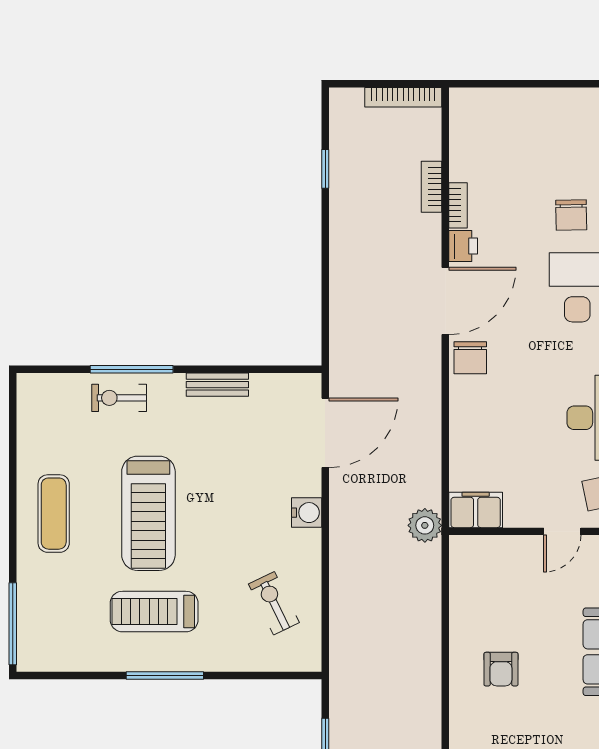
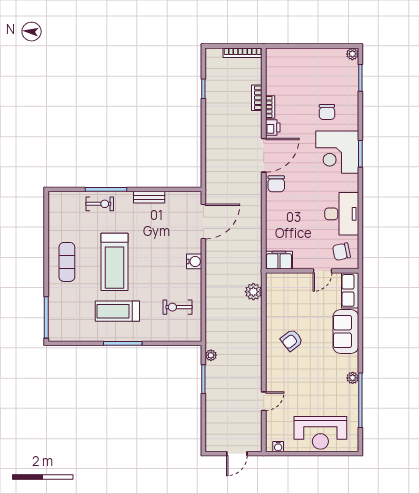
exercise bike: (119, 398) -> (100, 204), turned 180
plant: (425, 525) -> (253, 292), moved
exercise bike: (274, 603) -> (178, 307), turned -64
armchair: (501, 669) -> (292, 340), turned 52
plant: (340, 699) -> (211, 355), added

